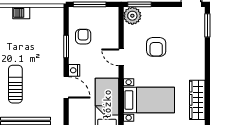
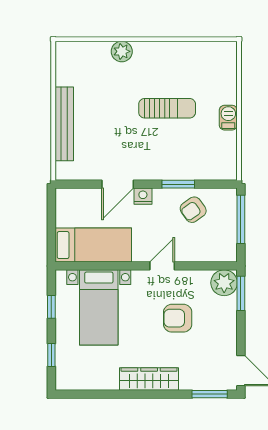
armchair: (83, 37) -> (193, 210), turned 145
sun lounger: (15, 84) -> (167, 108), moved
wardrobe: (197, 100) -> (149, 379), moved

